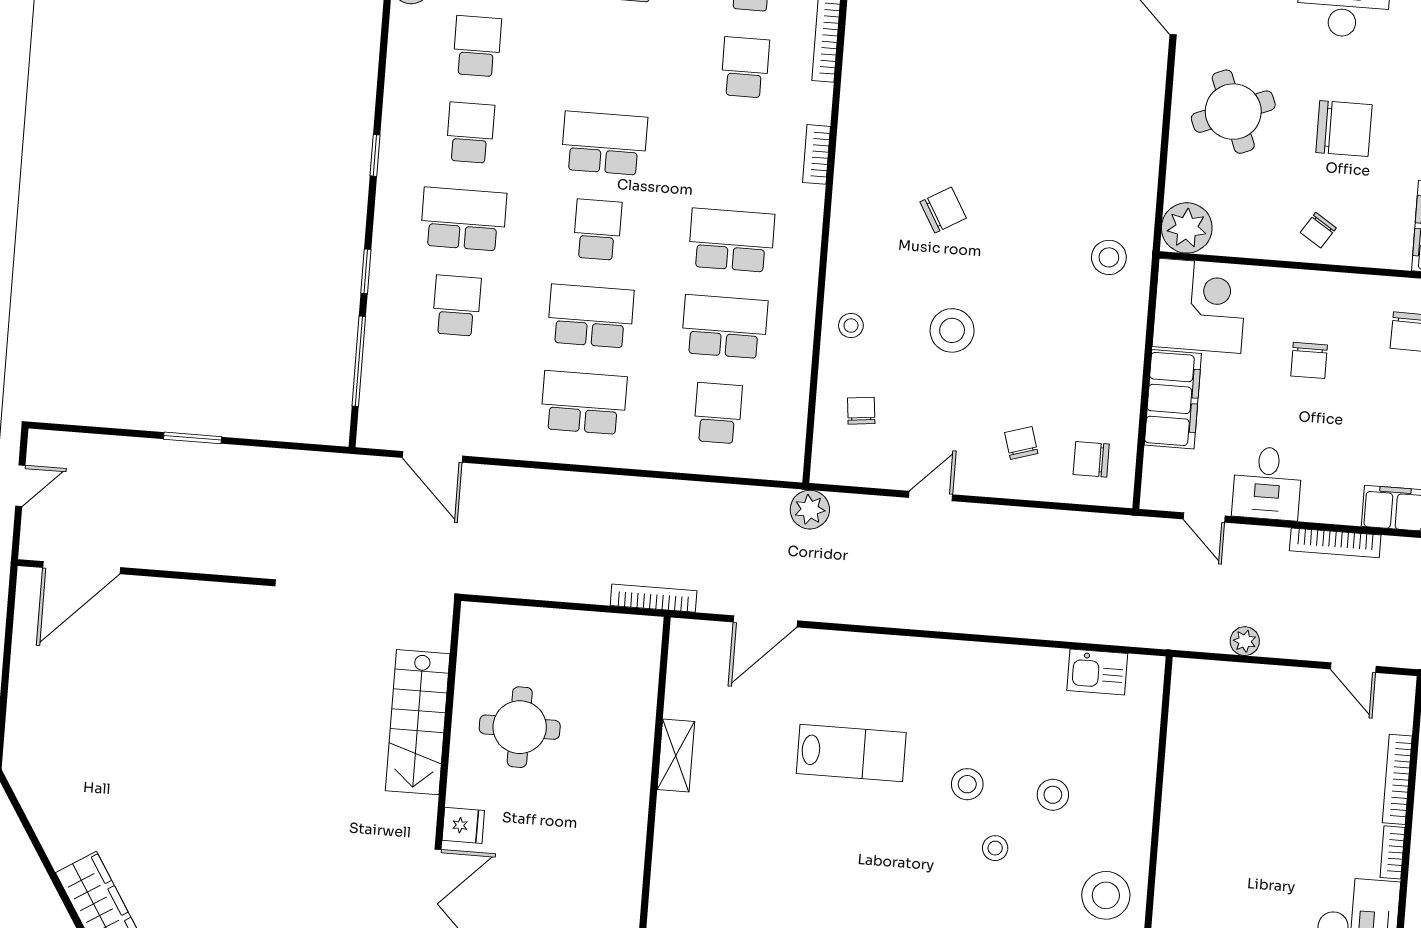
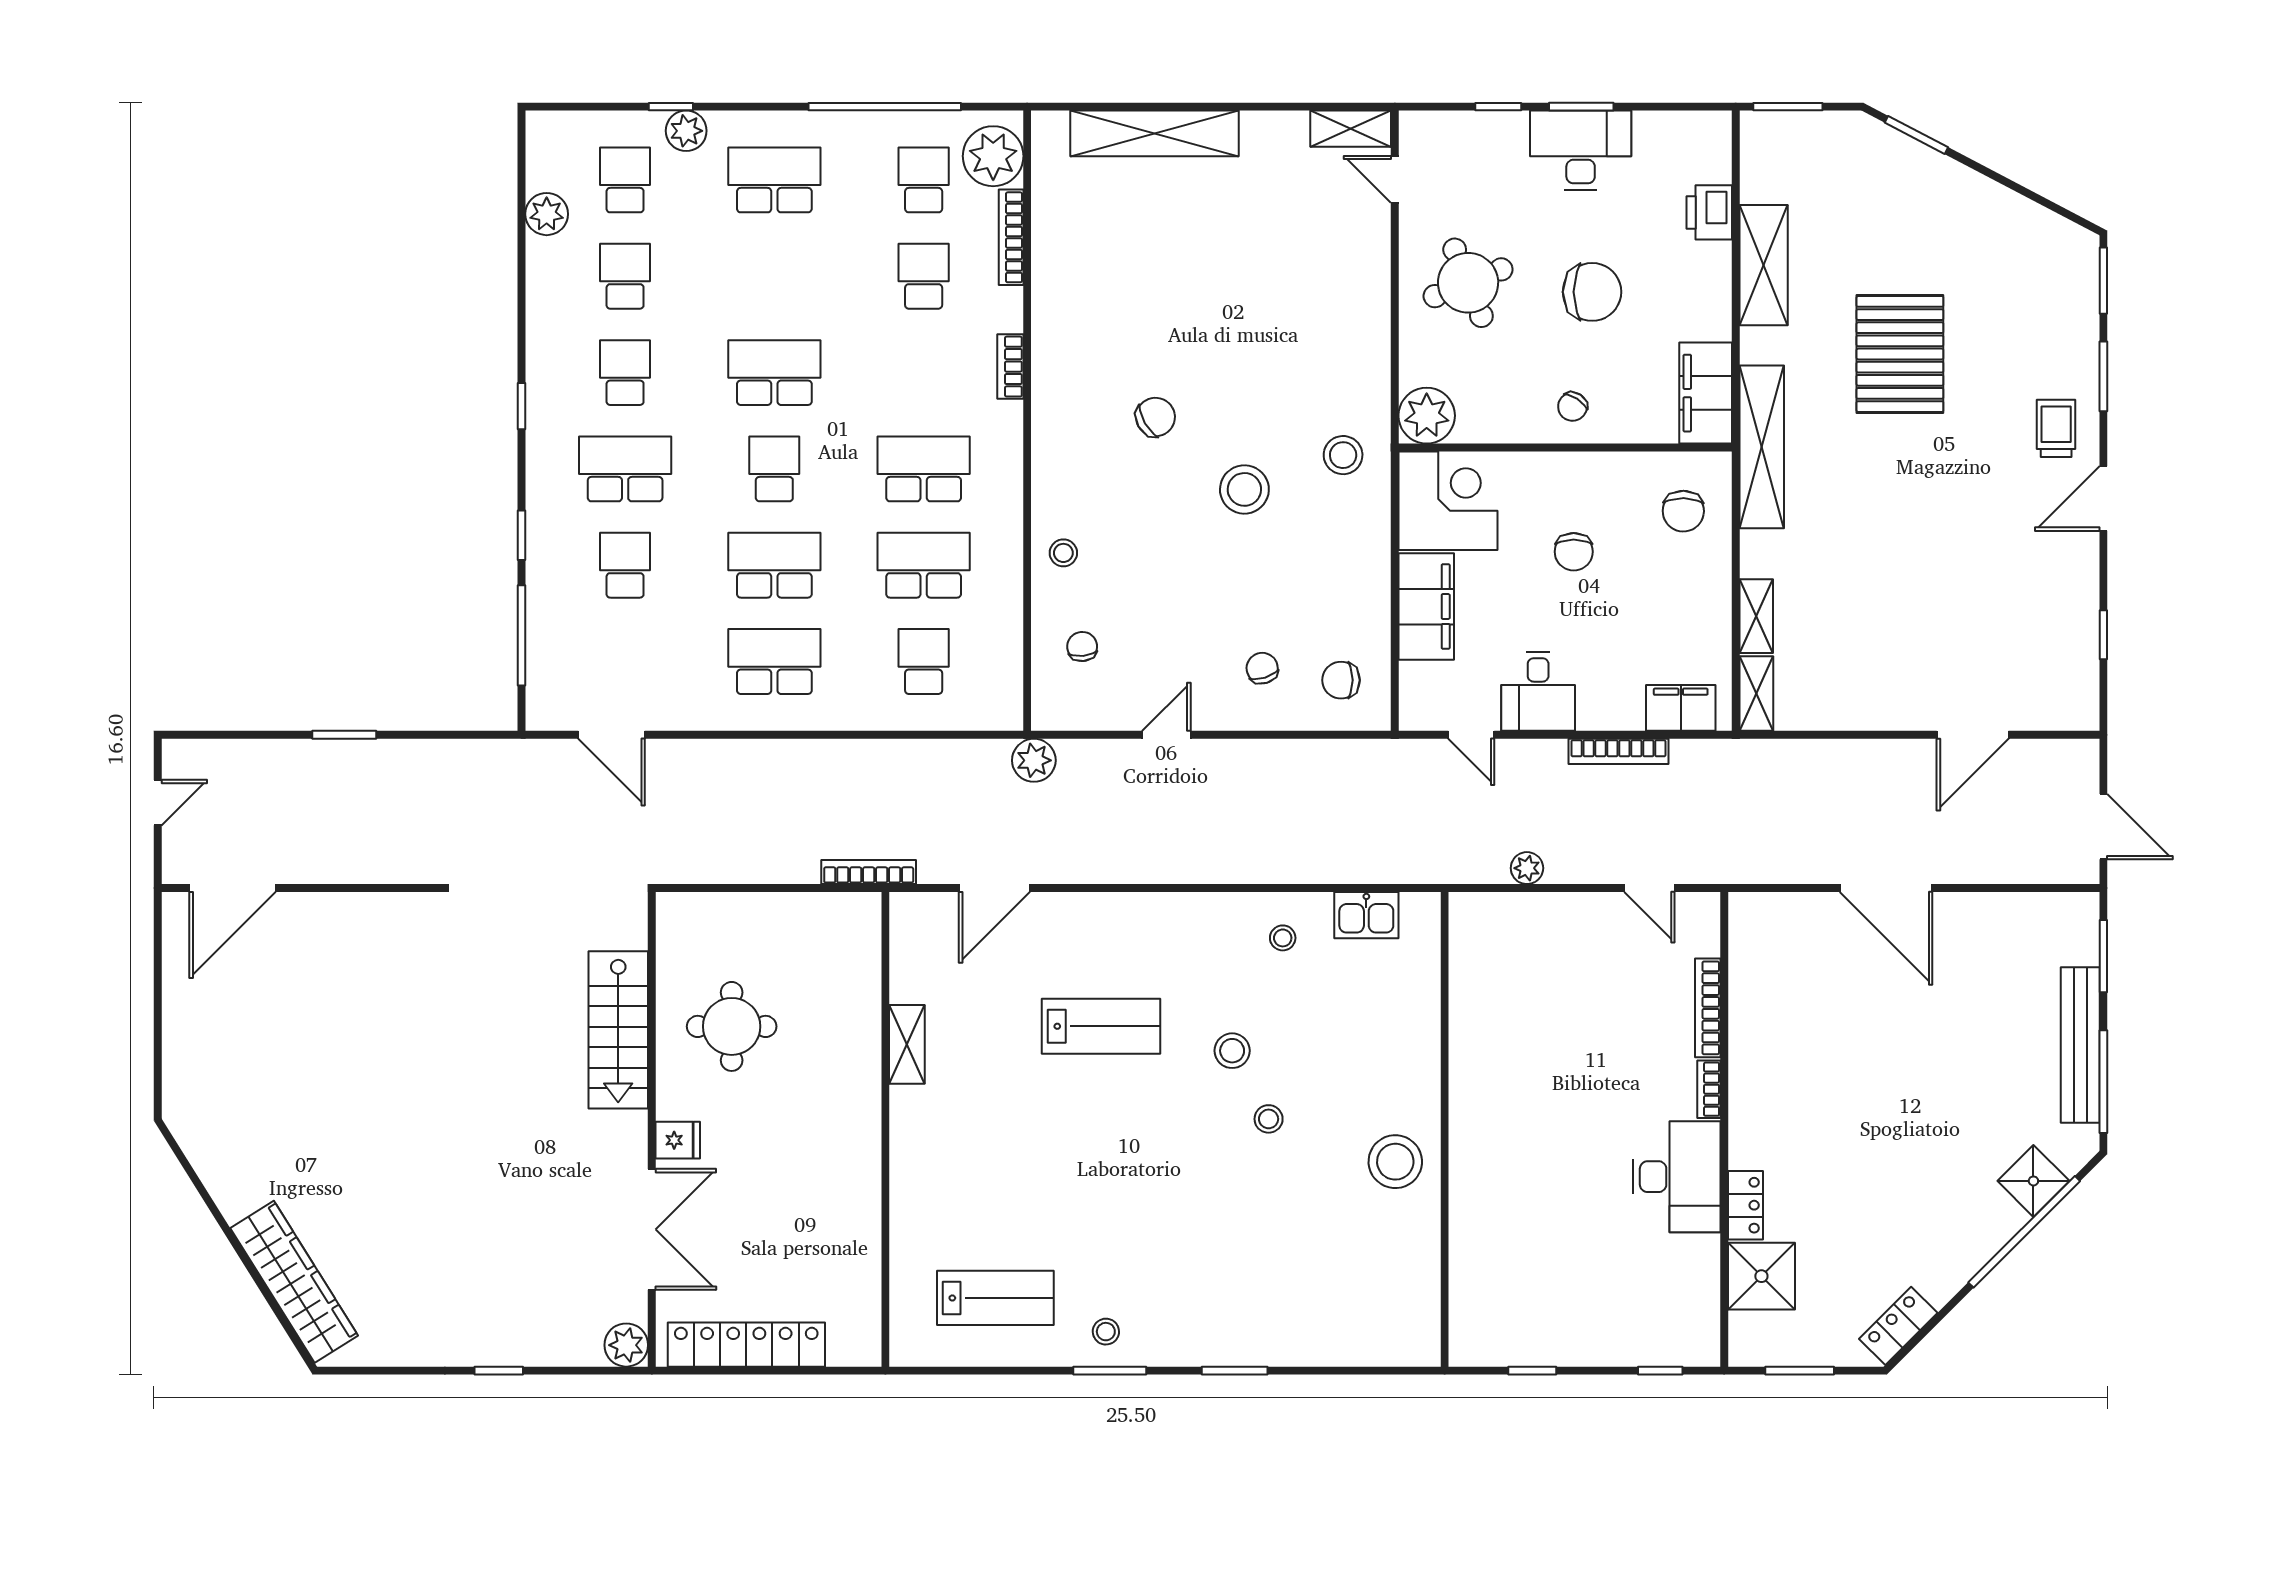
stool: (952, 330) -> (1244, 489), moved
stool: (1053, 795) -> (1283, 938), moved, width x0.73, depth x0.73

